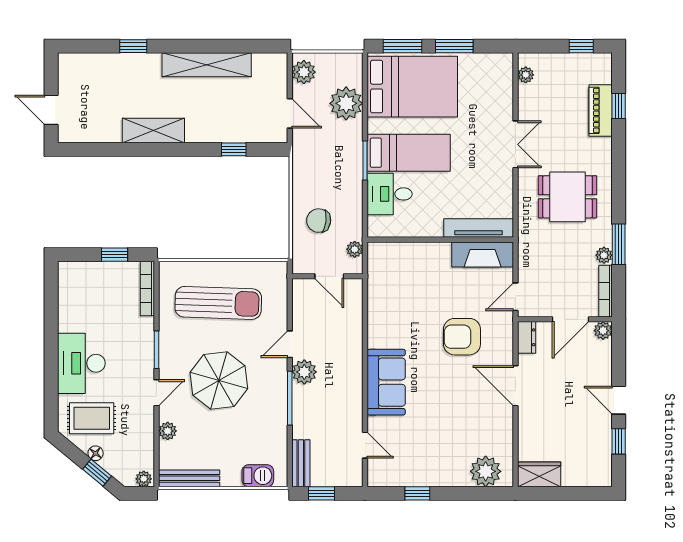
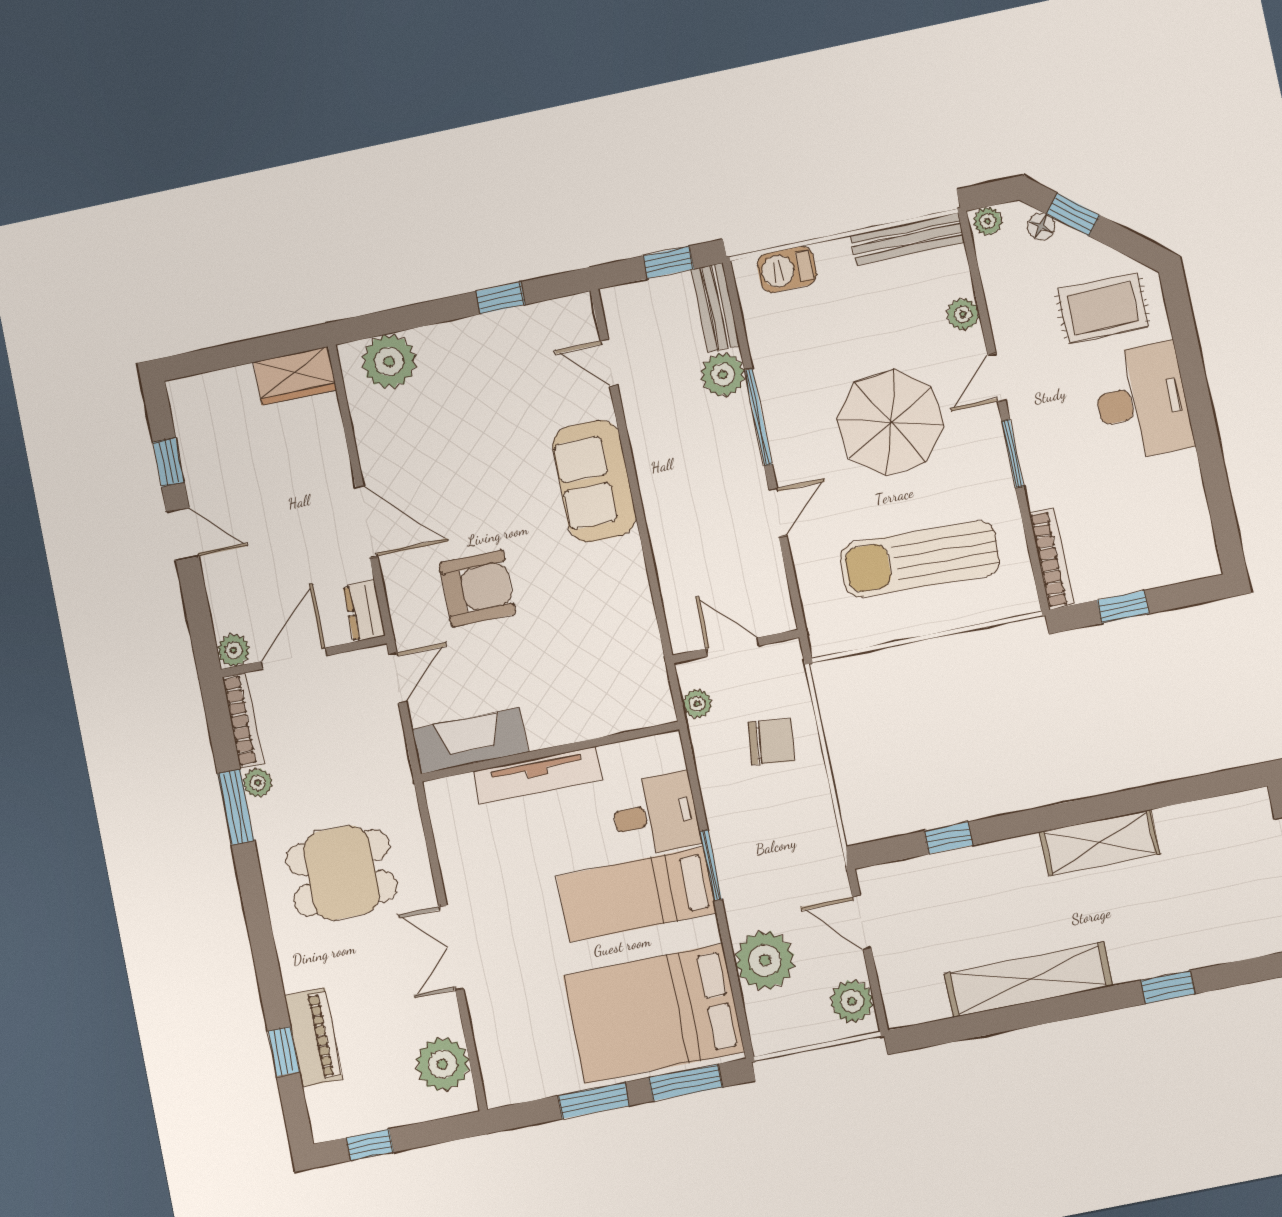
plant: (526, 75) -> (443, 1064), width x1.88, depth x1.88
tv unit: (479, 228) -> (538, 775), moved
plant: (304, 372) -> (723, 375), moved
floor lamp: (96, 453) -> (1041, 226), moved

